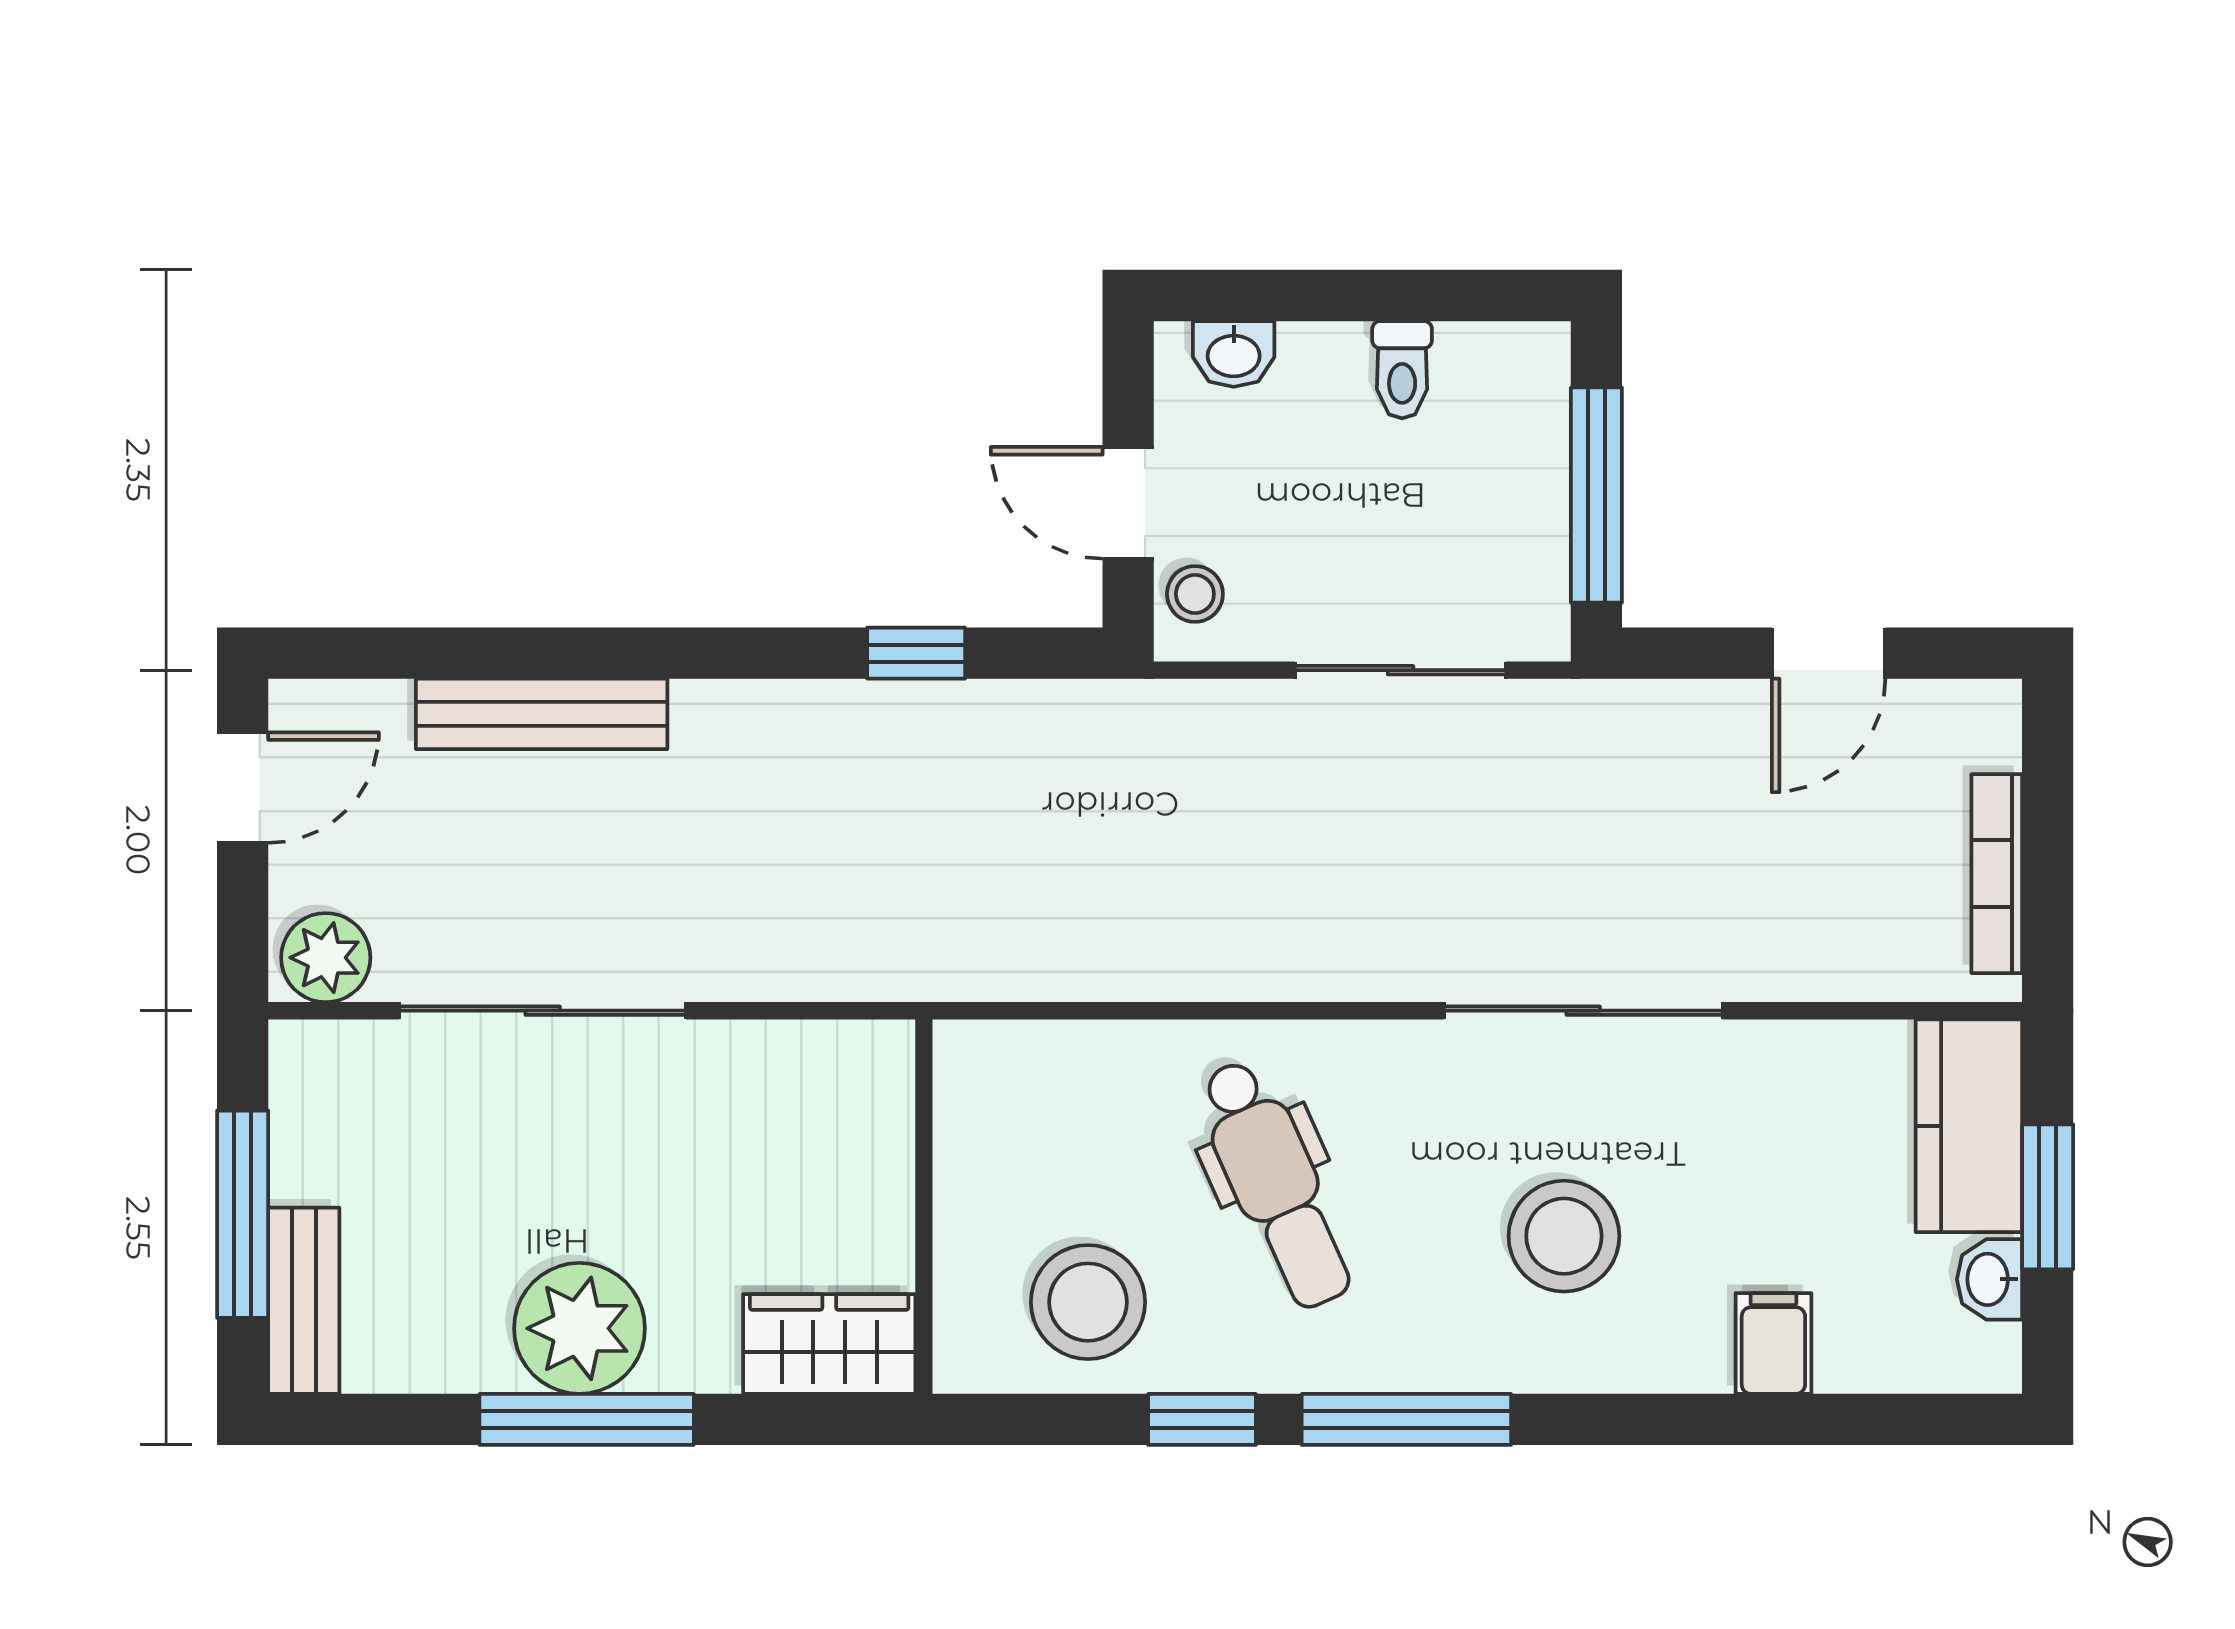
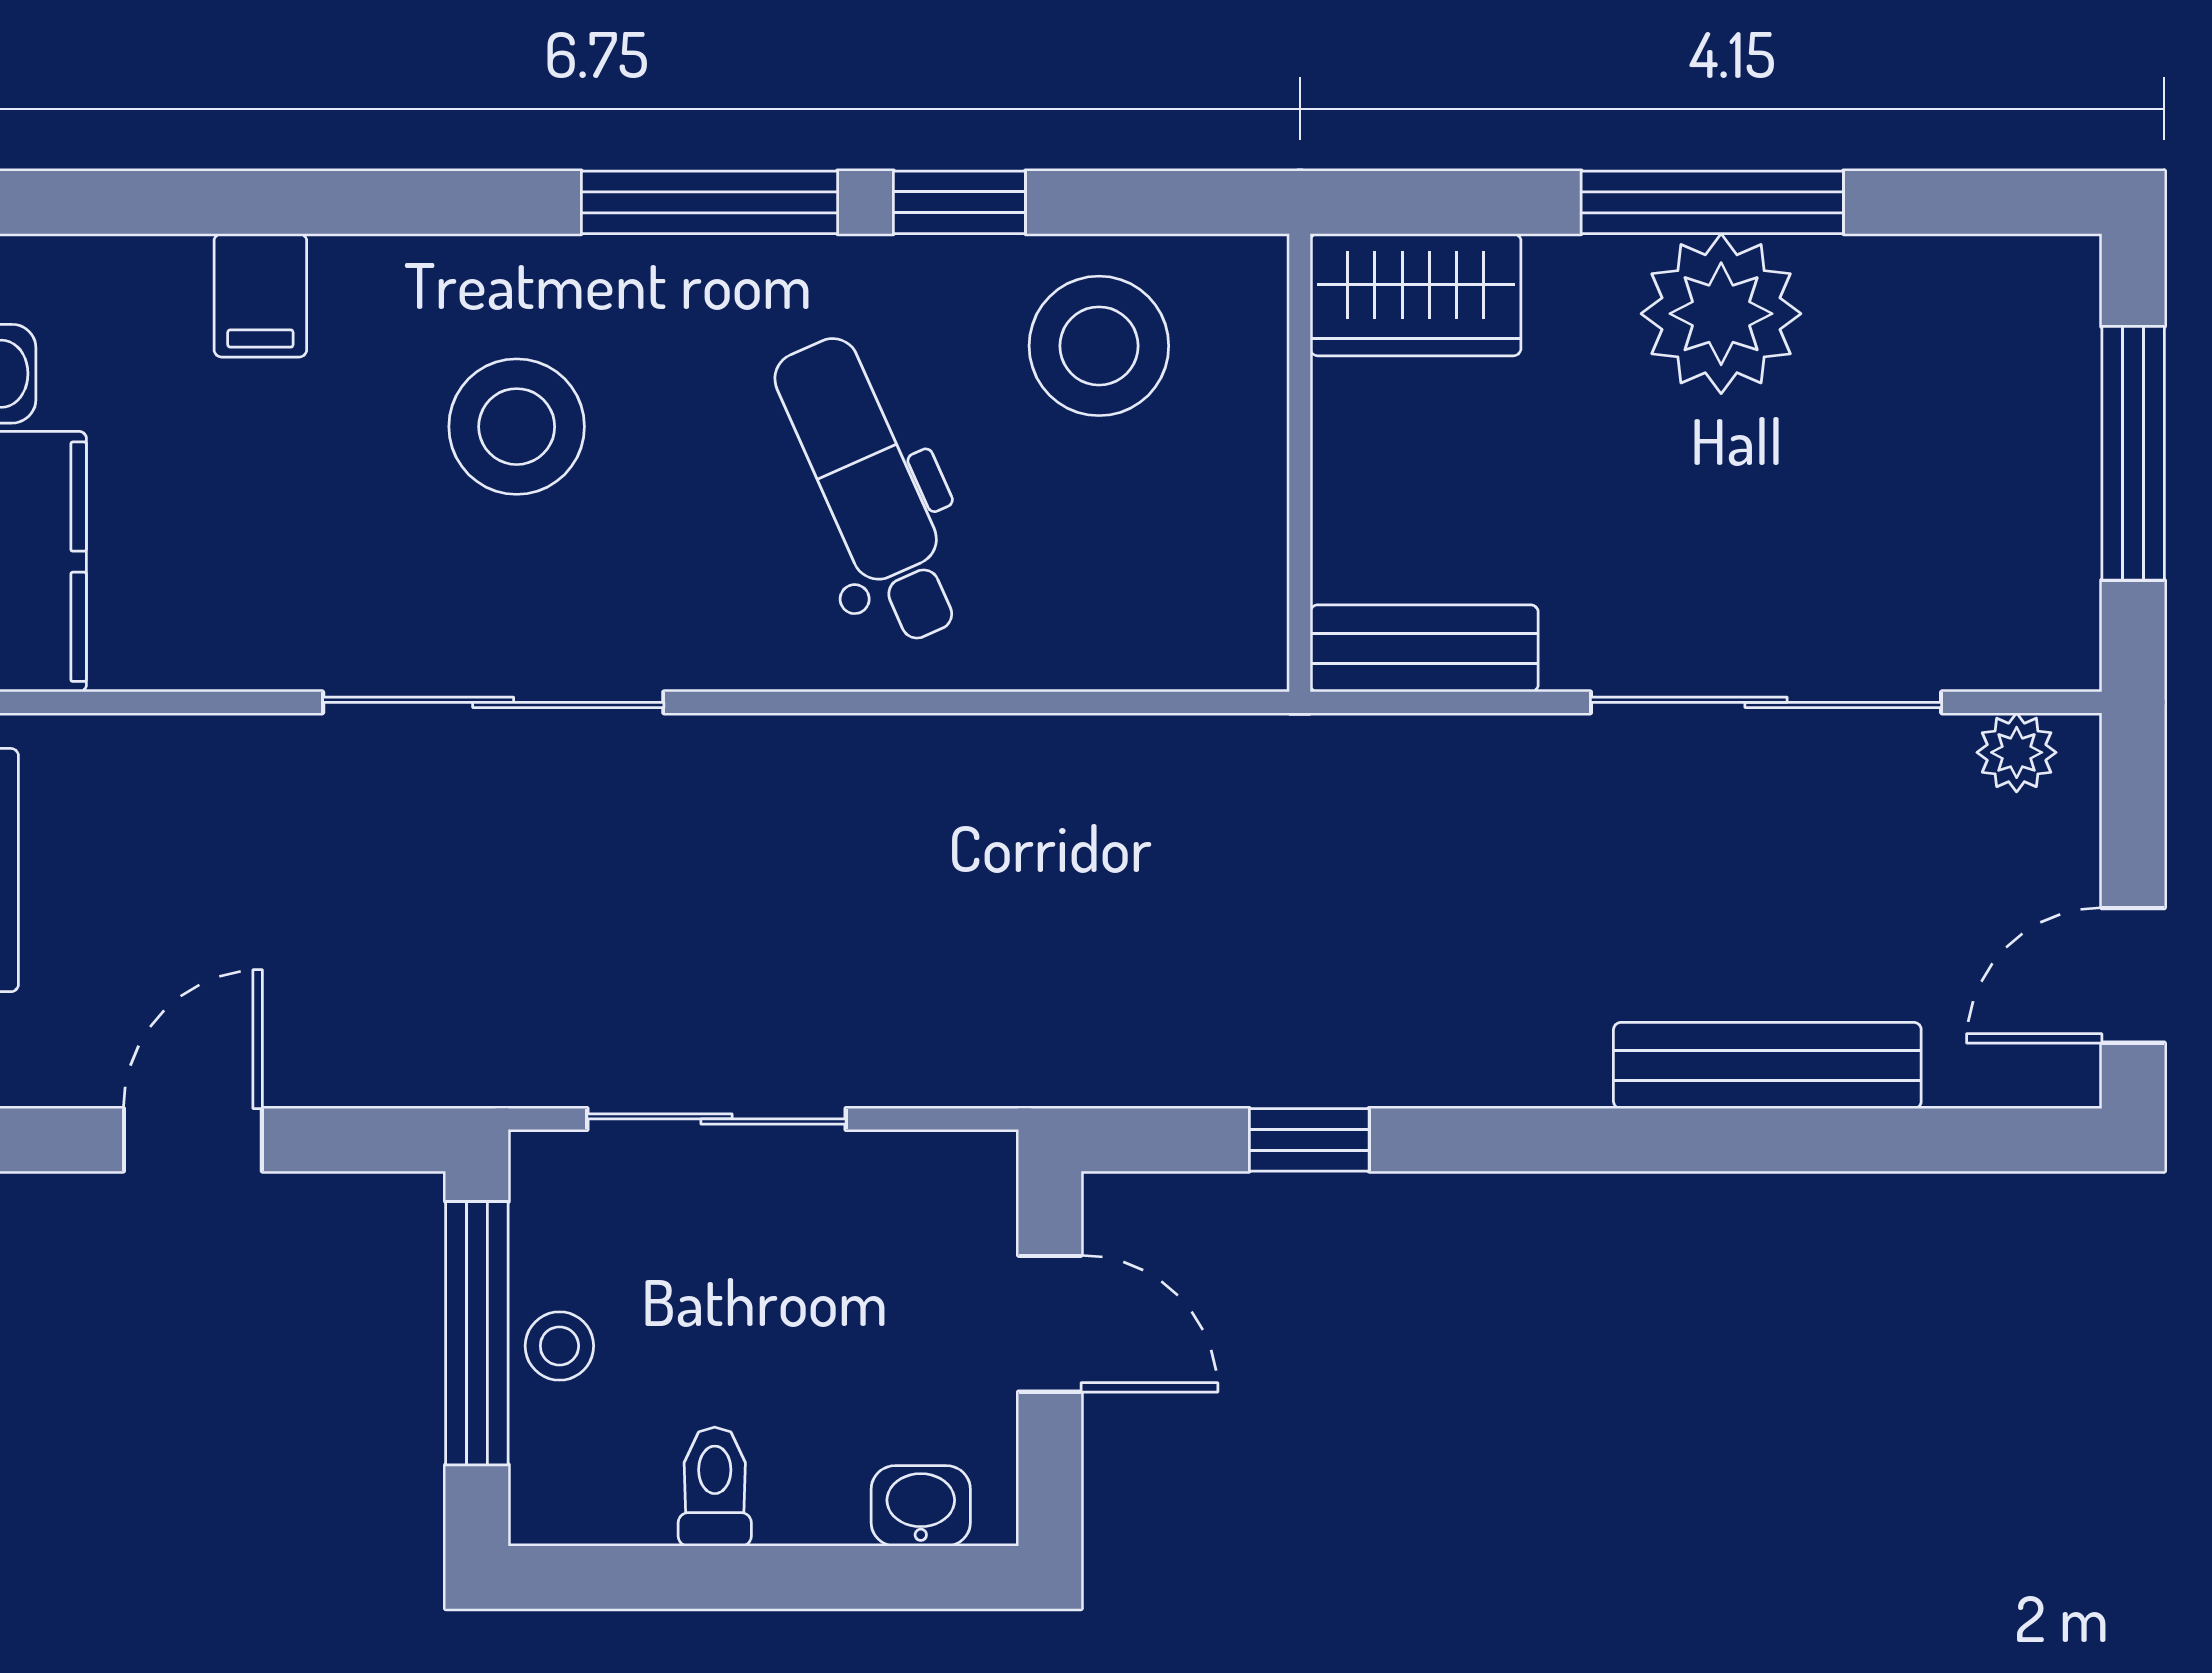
stool: (1195, 594) -> (559, 1346), moved
plant: (326, 958) -> (2017, 752), width x0.73, depth x0.73
bench: (304, 1301) -> (1424, 648), moved, turned 90

